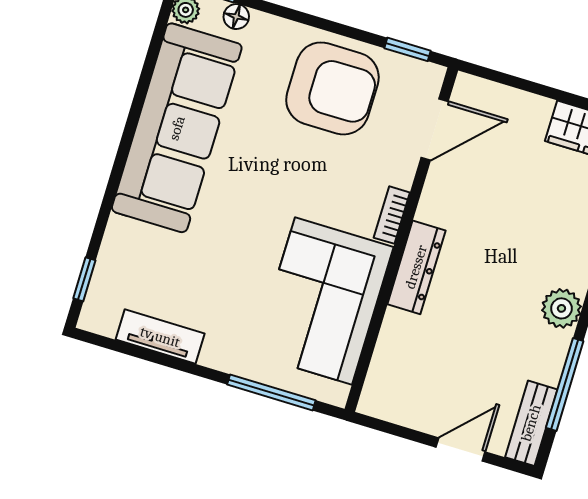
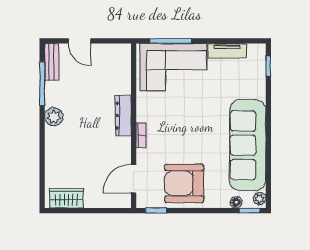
corner sofa: (323, 301) -> (173, 67), moved, turned 90
door: (461, 450) -> (79, 41), hinge flipped

